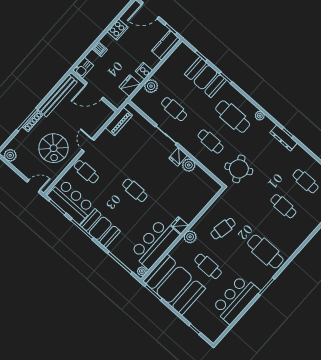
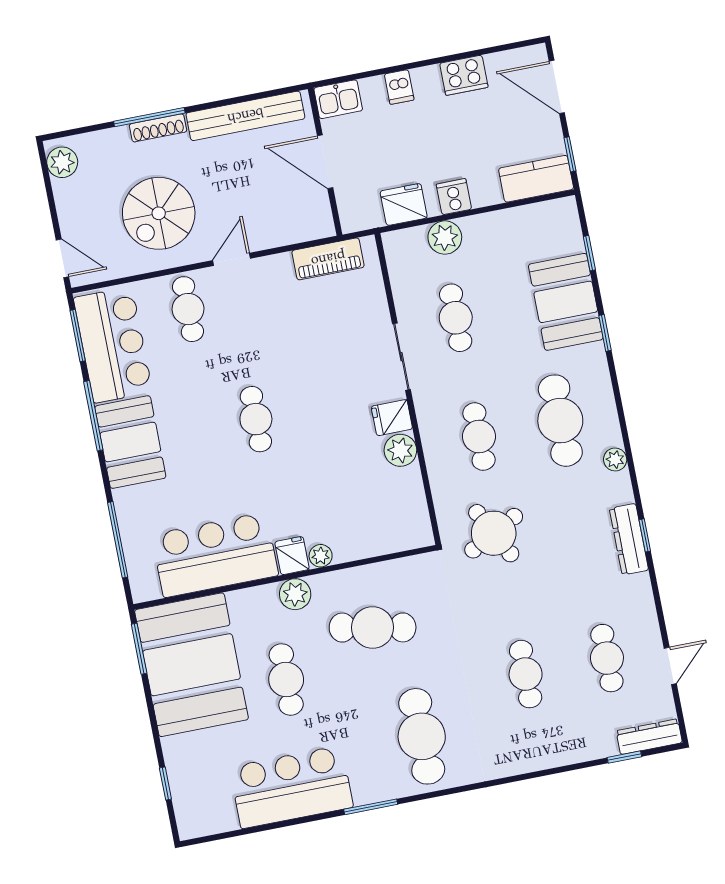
cafe table: (223, 229) -> (373, 628), width x1.37, depth x1.35
plant: (142, 271) -> (321, 556), moved

